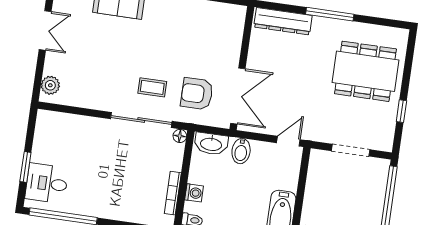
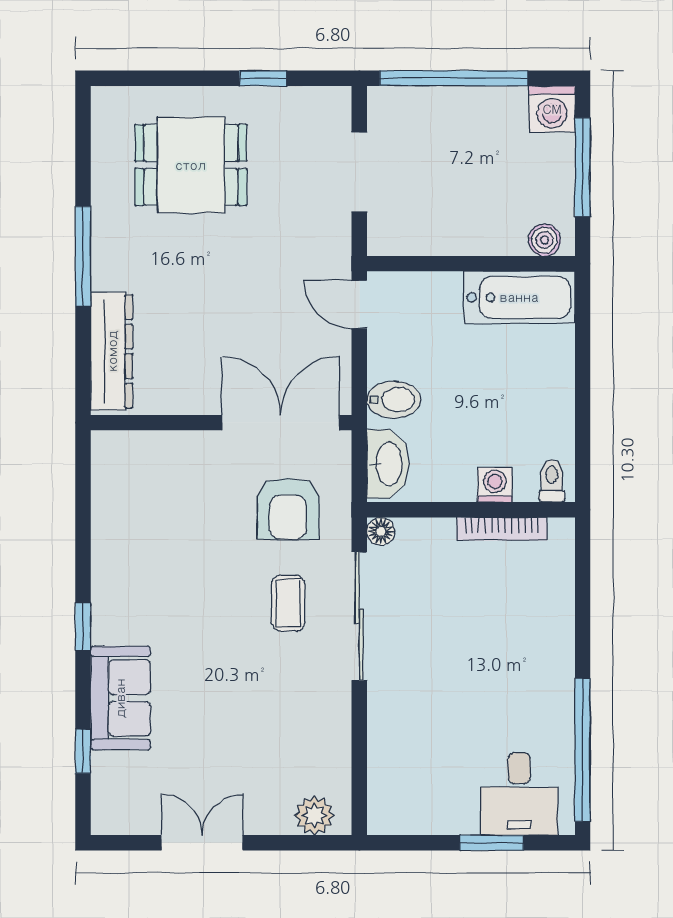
dining table: (365, 71) -> (191, 165), width x0.73

